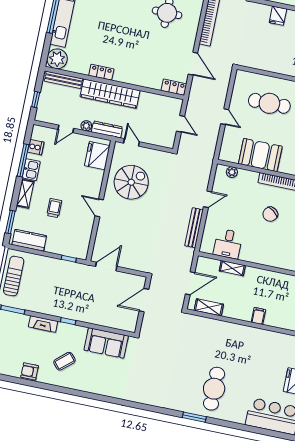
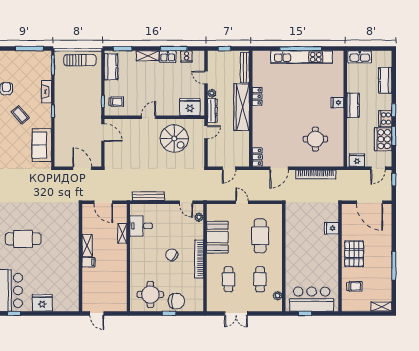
plant: (57, 59) -> (260, 59), removed
door: (225, 117) -> (242, 202), swing flipped
door: (208, 199) -> (186, 202), moved
trolley: (54, 208) -> (116, 102), moved
shelving: (209, 307) -> (87, 245), moved

